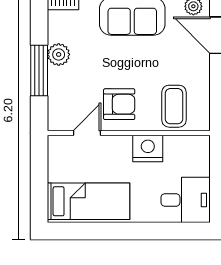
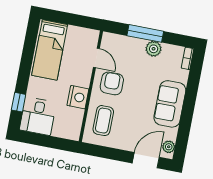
armchair: (119, 104) -> (112, 83), turned 180
coffee table: (174, 106) -> (103, 121), turned 90
window: (171, 231) -> (19, 102), added

